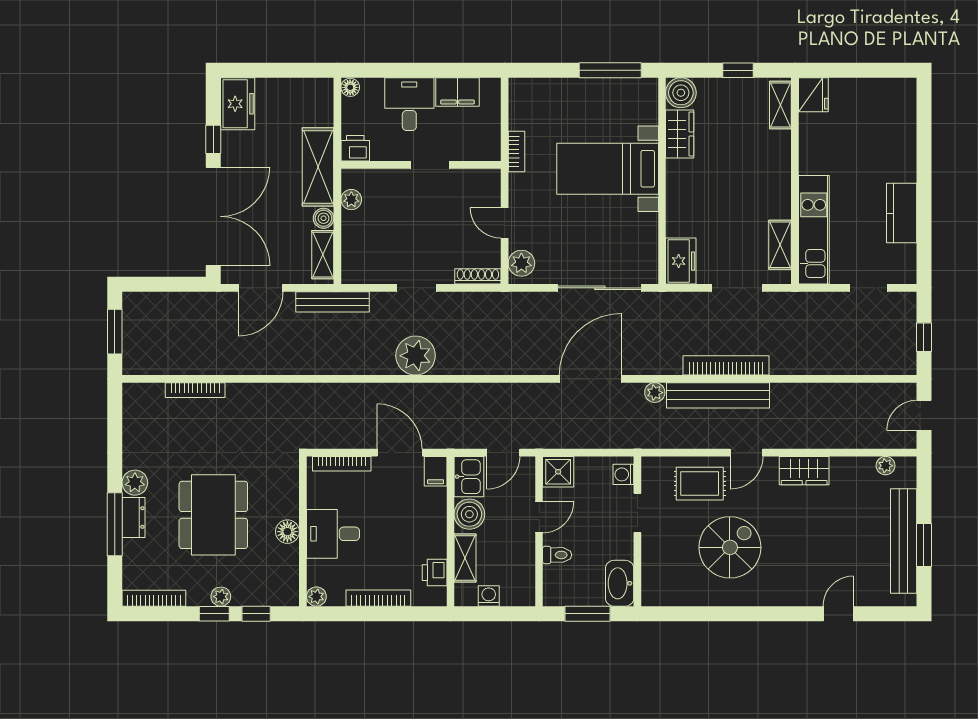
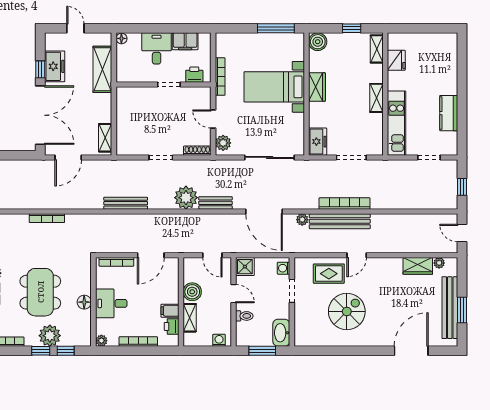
door: (273, 70) -> (75, 28), added
fridge: (813, 95) -> (396, 60), moved
freezer: (238, 104) -> (55, 66), moved
wardrobe: (680, 134) -> (317, 87), moved
printer: (355, 148) -> (194, 75), moved
bookcase: (516, 151) -> (220, 77), width x1.56
shelving: (318, 167) -> (102, 69), moved
plant: (351, 200) -> (122, 105), removed
boiler: (324, 218) -> (106, 116), removed
shelving: (780, 245) -> (377, 98), moved
bench: (332, 302) -> (126, 203), moved
plant: (416, 356) -> (186, 198), moved
bench: (509, 364) -> (215, 203), added
door: (590, 379) -> (264, 211), swing flipped
bookcase: (195, 390) -> (47, 218), moved
door: (924, 415) -> (462, 233), hinge flipped
door: (400, 453) -> (151, 255), swing flipped
door: (503, 453) -> (212, 255), hinge flipped
filing cabinet: (436, 471) -> (170, 311), moved, turned 90
wardrobe: (804, 471) -> (418, 266), moved
kitchen sink: (469, 477) -> (192, 269), removed
door: (539, 517) -> (234, 294), hinge flipped
washing machine: (489, 596) -> (219, 340), moved
plant: (221, 597) -> (50, 336), width x1.87, depth x1.87
door: (838, 614) -> (411, 351), width x1.87

